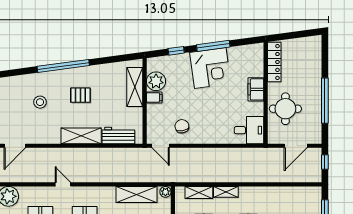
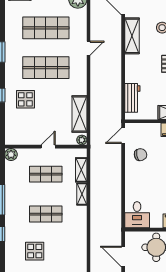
shelving: (81, 136) -> (132, 36), moved

